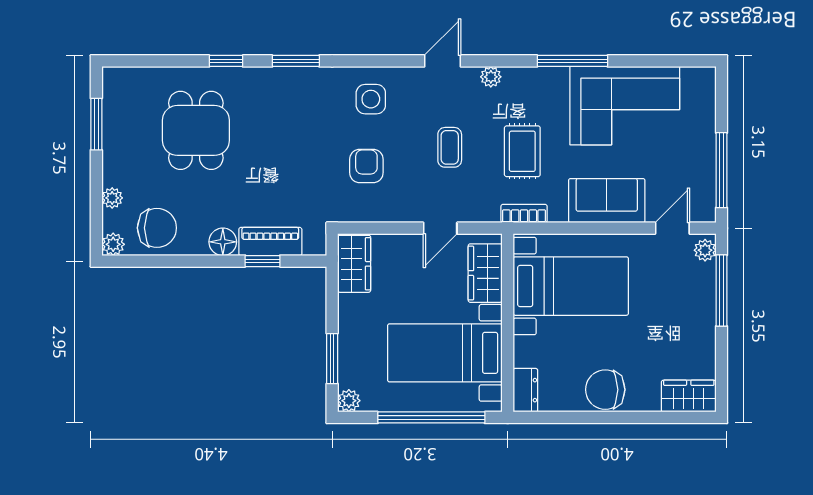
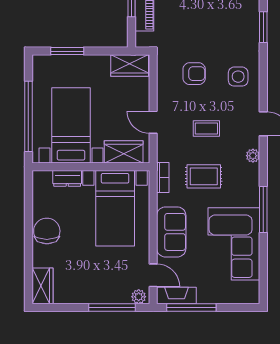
fireplace: (703, 193) -> (176, 296), added
dresser: (525, 390) -> (67, 178), moved
plant: (349, 401) -> (40, 62), removed

